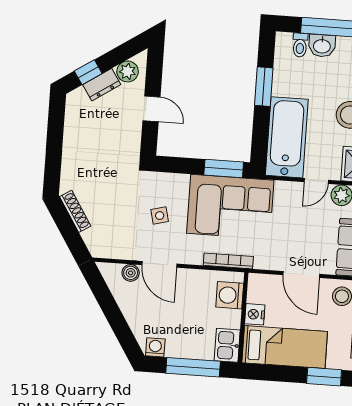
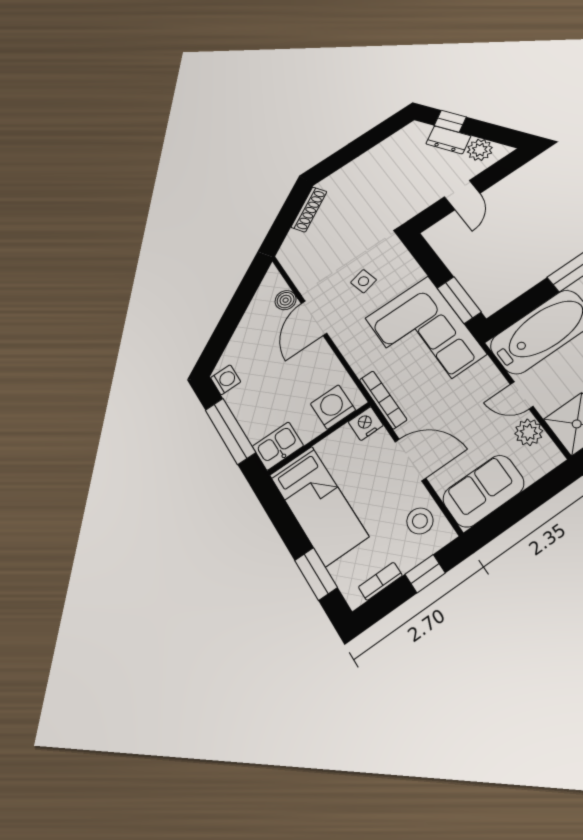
bookcase: (228, 261) -> (383, 400), moved
door: (301, 275) -> (410, 460), swing flipped
nightstand: (255, 314) -> (366, 424), moved

